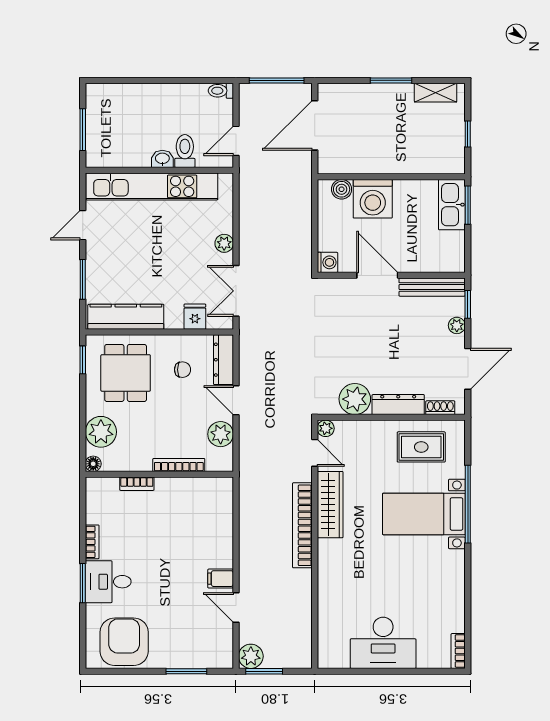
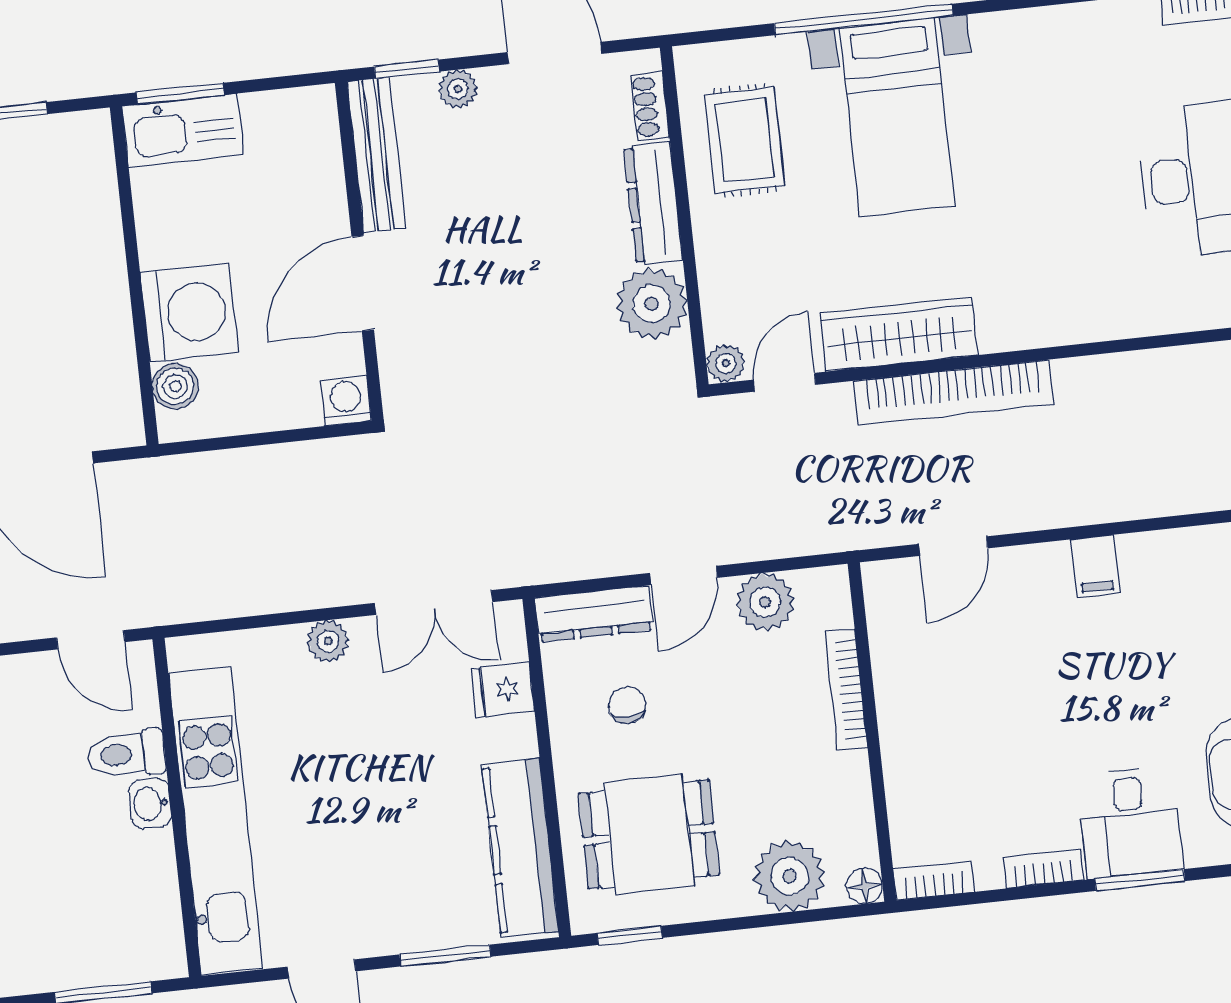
bookcase: (137, 484) -> (934, 881), moved, turned -90
door: (236, 608) -> (953, 546), moved

